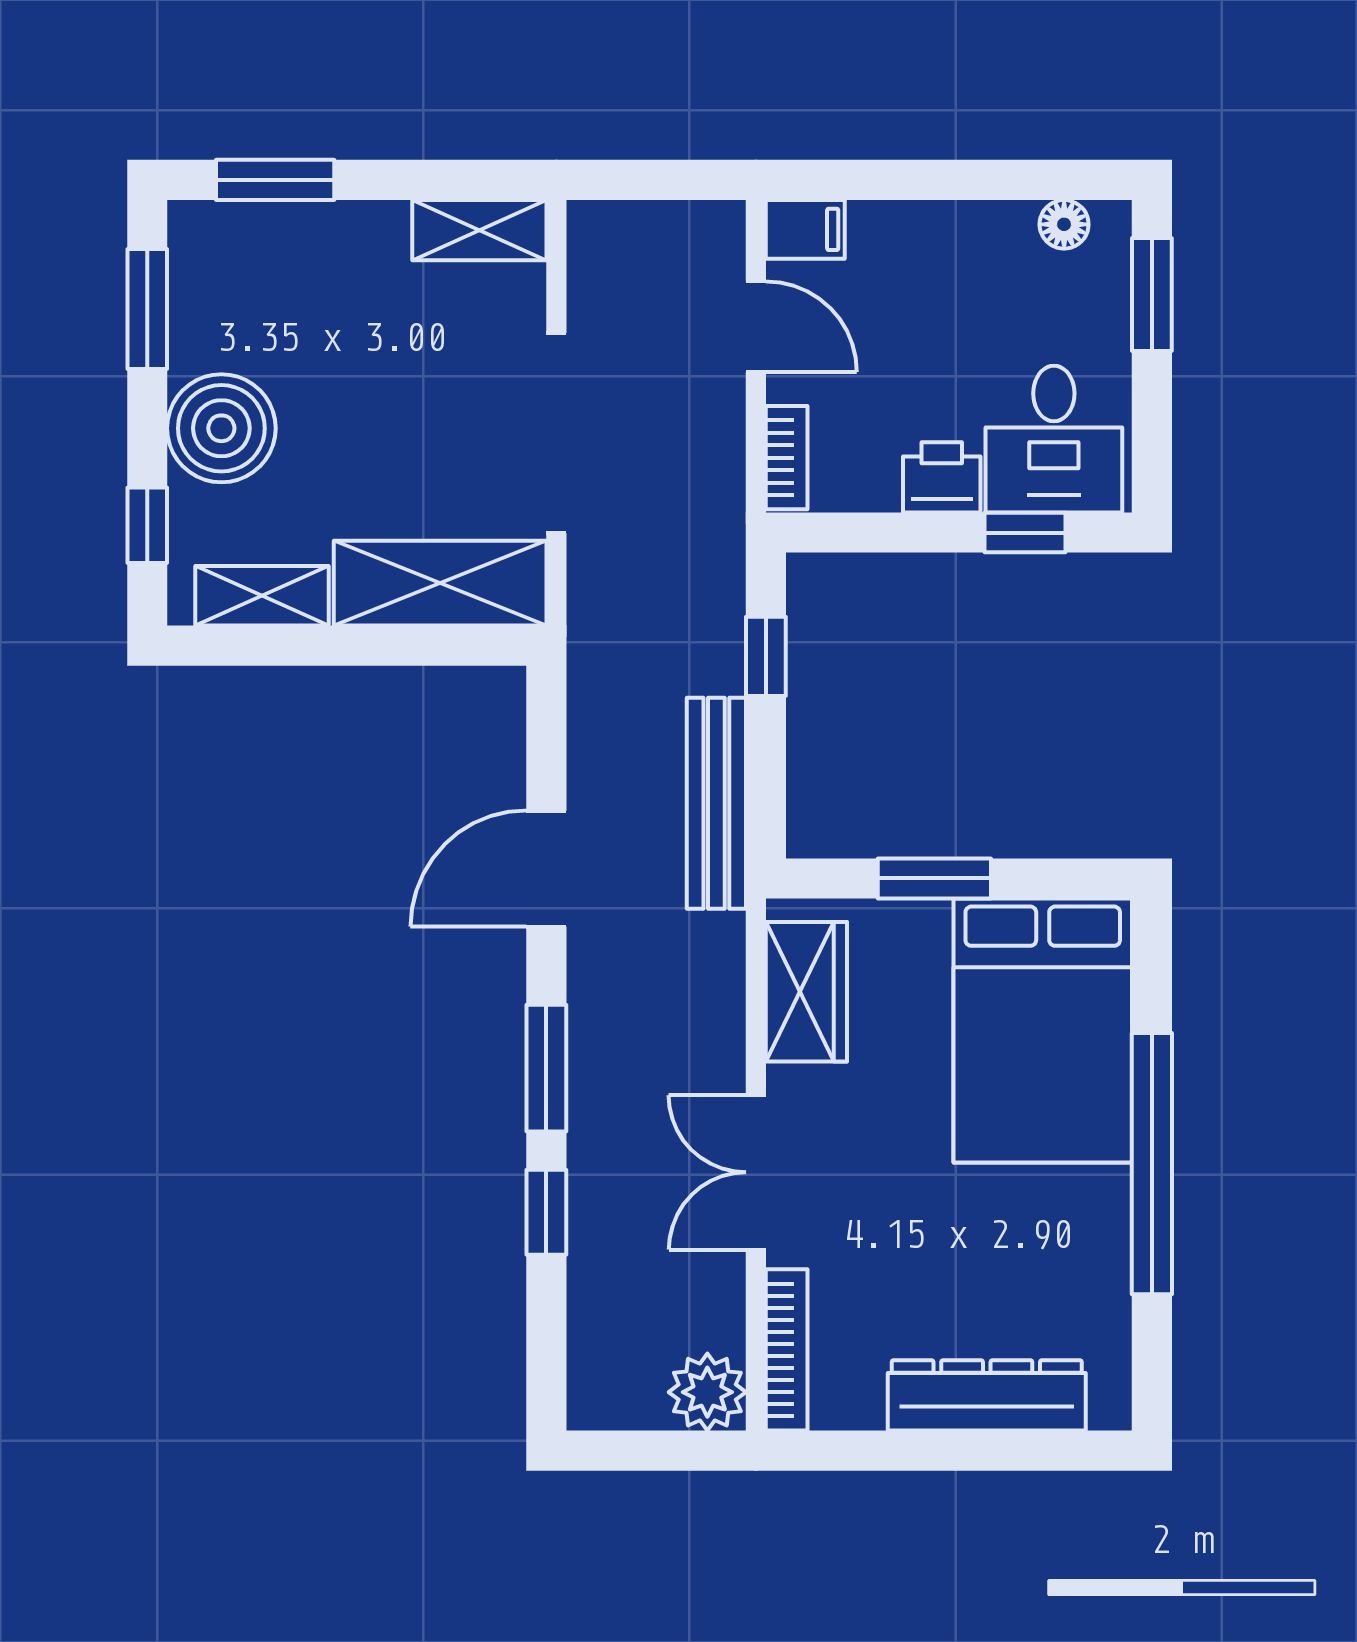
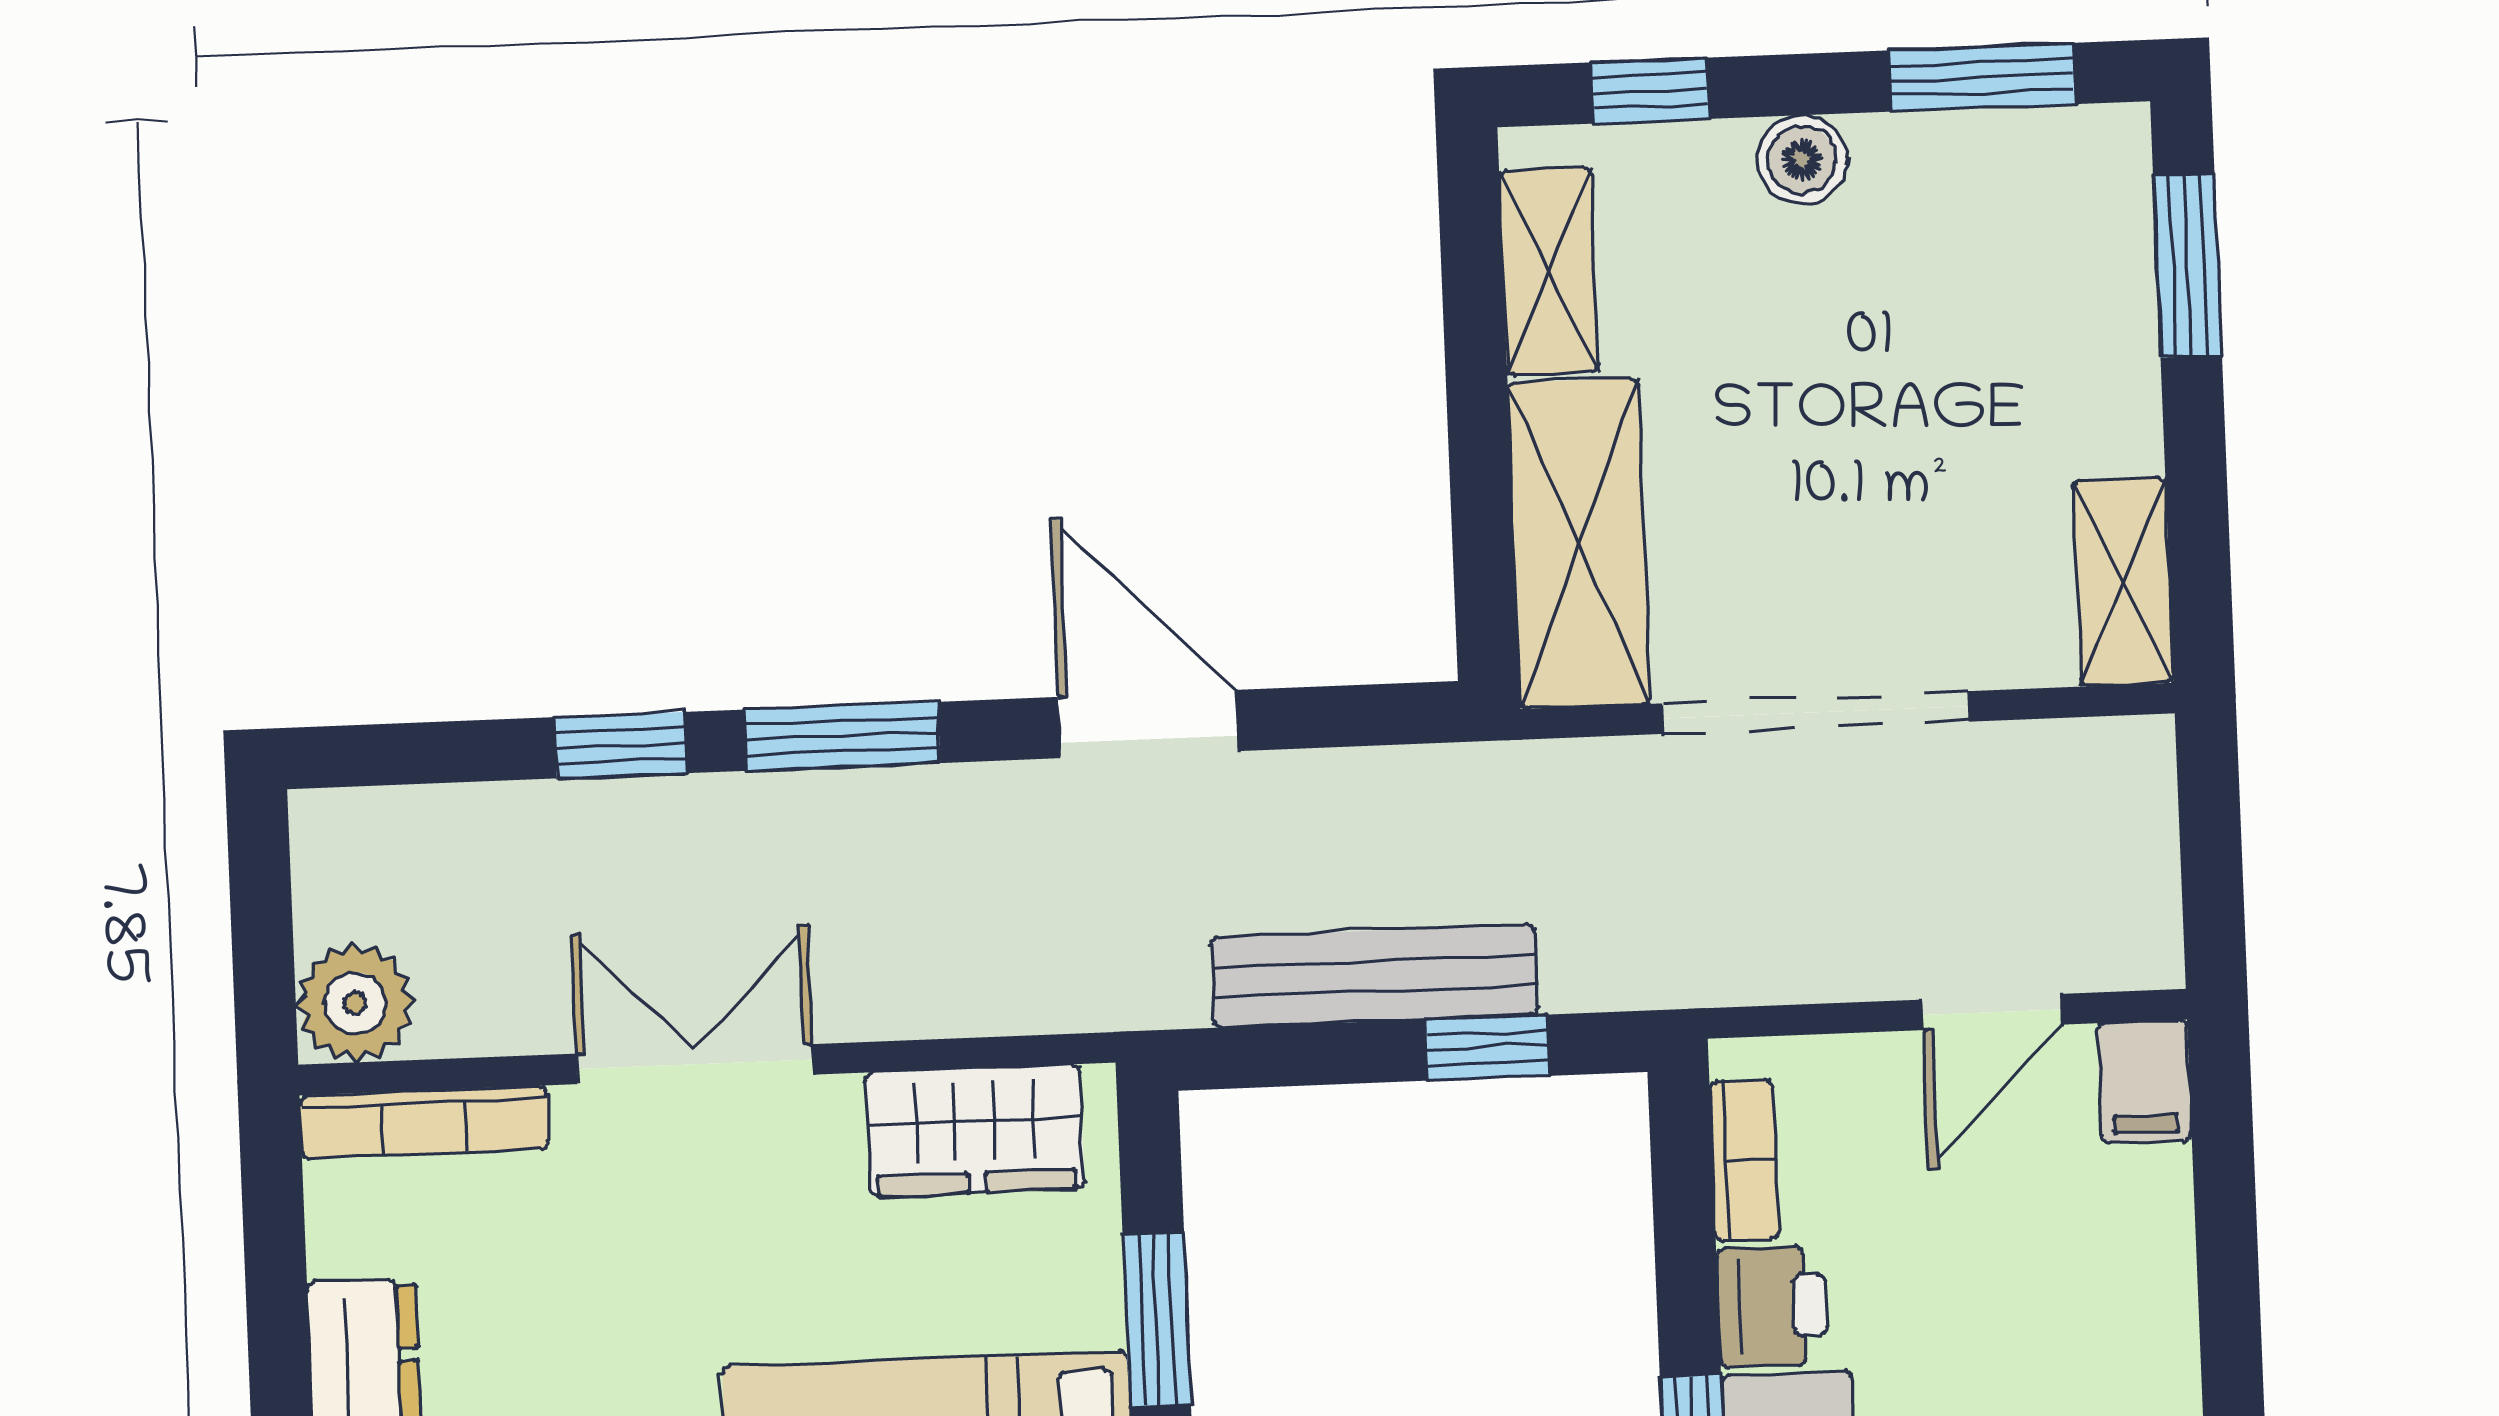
boiler: (221, 428) -> (1802, 160), width x0.54, depth x0.54
bookcase: (787, 458) -> (1744, 1160), moved, turned -90
bench: (716, 803) -> (1374, 976), moved

